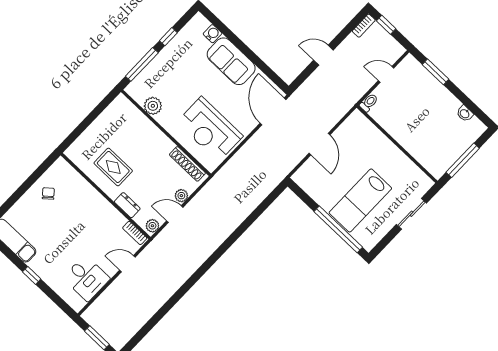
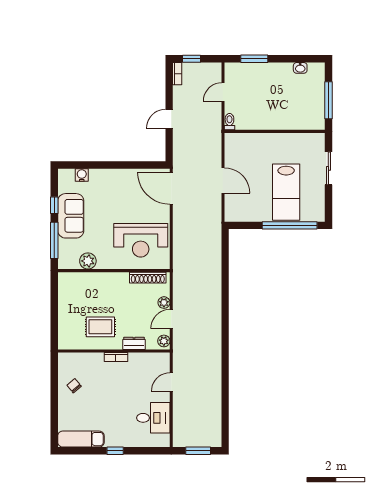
sofa: (231, 61) -> (71, 216), moved, turned -90
bookcase: (135, 233) -> (116, 357), moved

